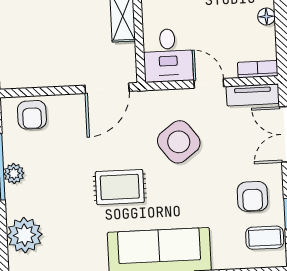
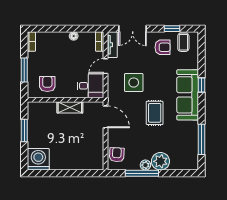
armchair: (32, 115) -> (117, 155), turned -87
side table: (179, 142) -> (134, 83), turned 37
plant: (24, 235) -> (160, 161), moved

